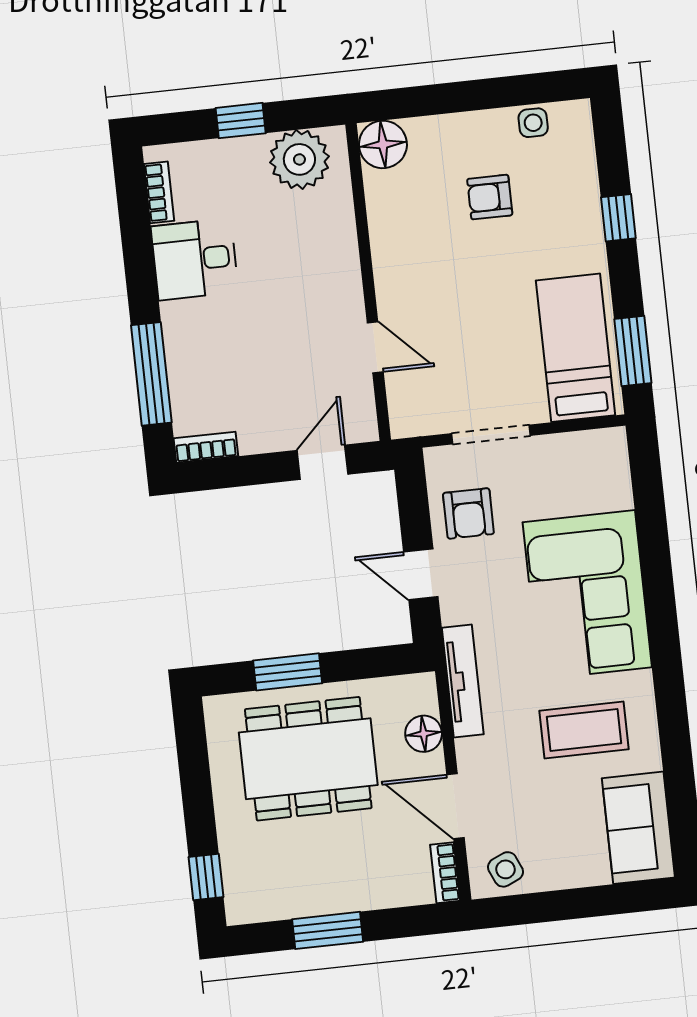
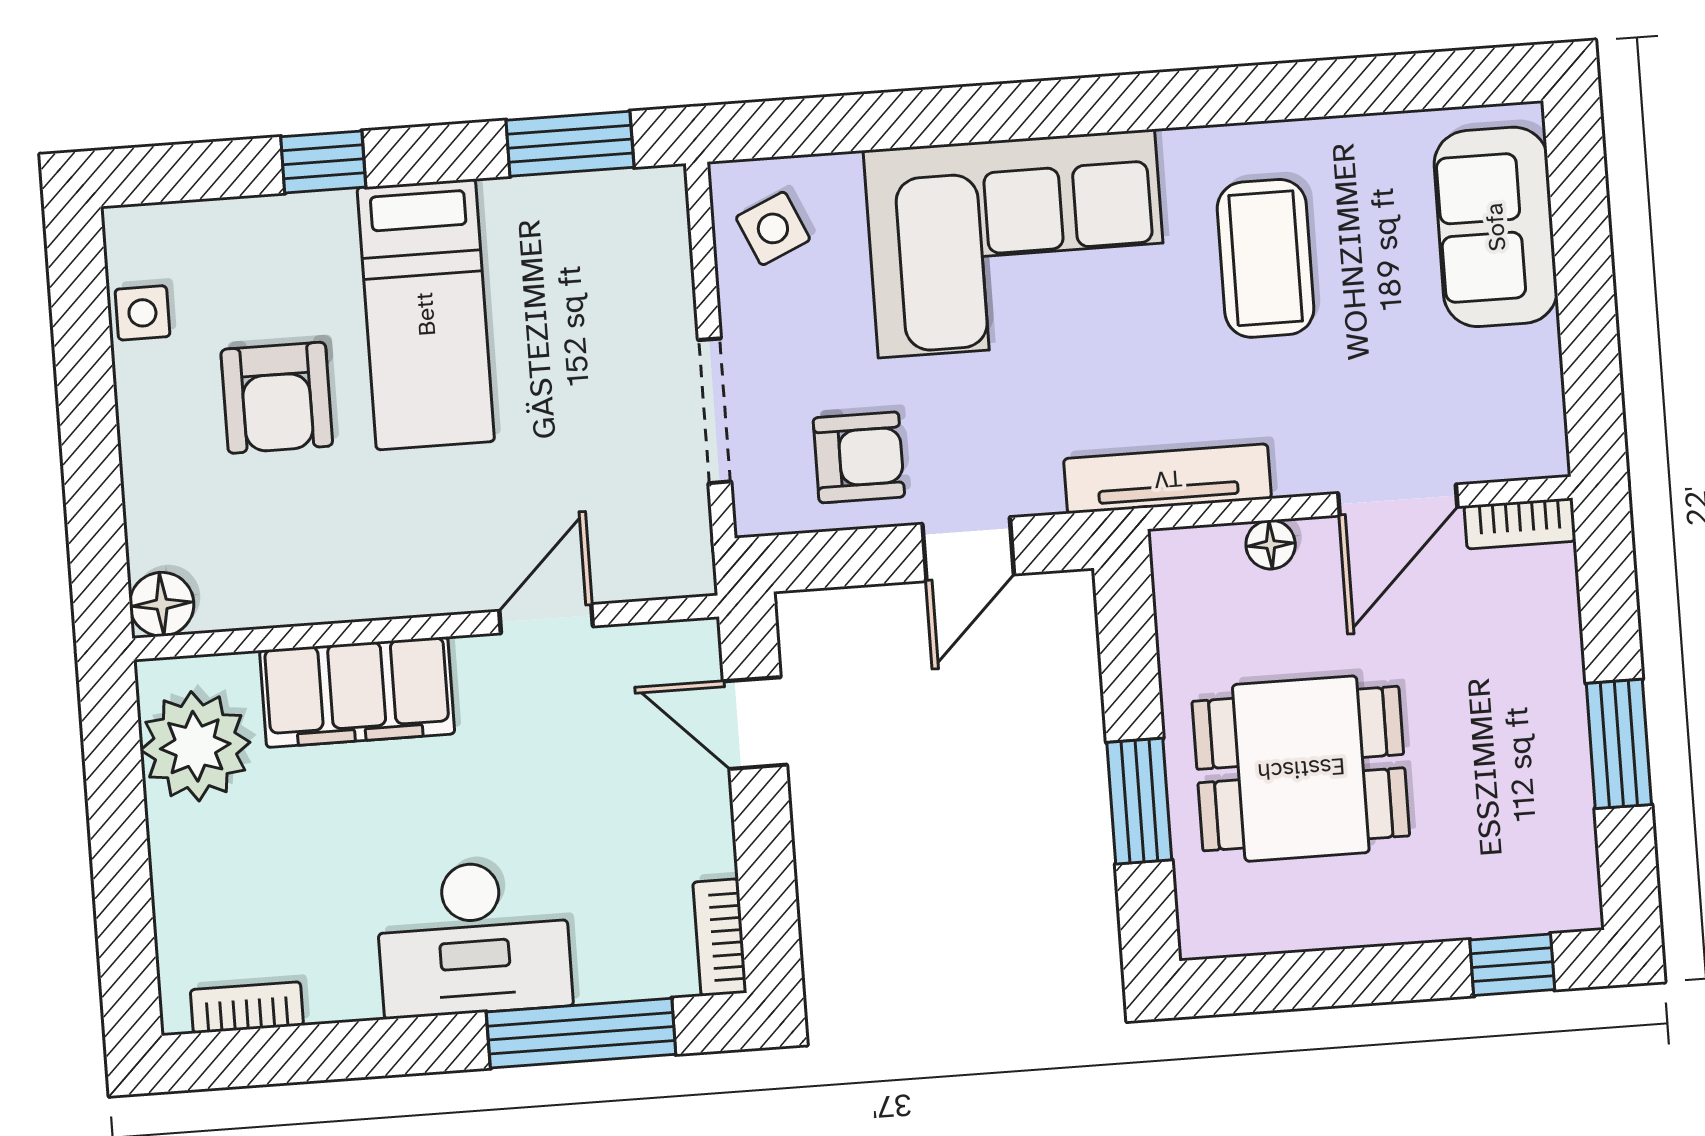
window: (241, 121) -> (120, 852), removed
floor lamp: (383, 144) -> (162, 604), width x0.73, depth x0.73
armchair: (490, 197) -> (277, 398), width x1.38, depth x1.38
filing cabinet: (332, 246) -> (357, 692), added
desk: (195, 259) -> (474, 938), moved, width x1.37
bed: (576, 348) -> (426, 314), moved, turned -90
floor lamp: (424, 734) -> (1271, 545), width x0.73, depth x0.73
dining table: (308, 759) -> (1301, 769), width x0.73
sofa: (638, 828) -> (1496, 227), moved, turned 90
side table: (506, 869) -> (773, 228), moved

